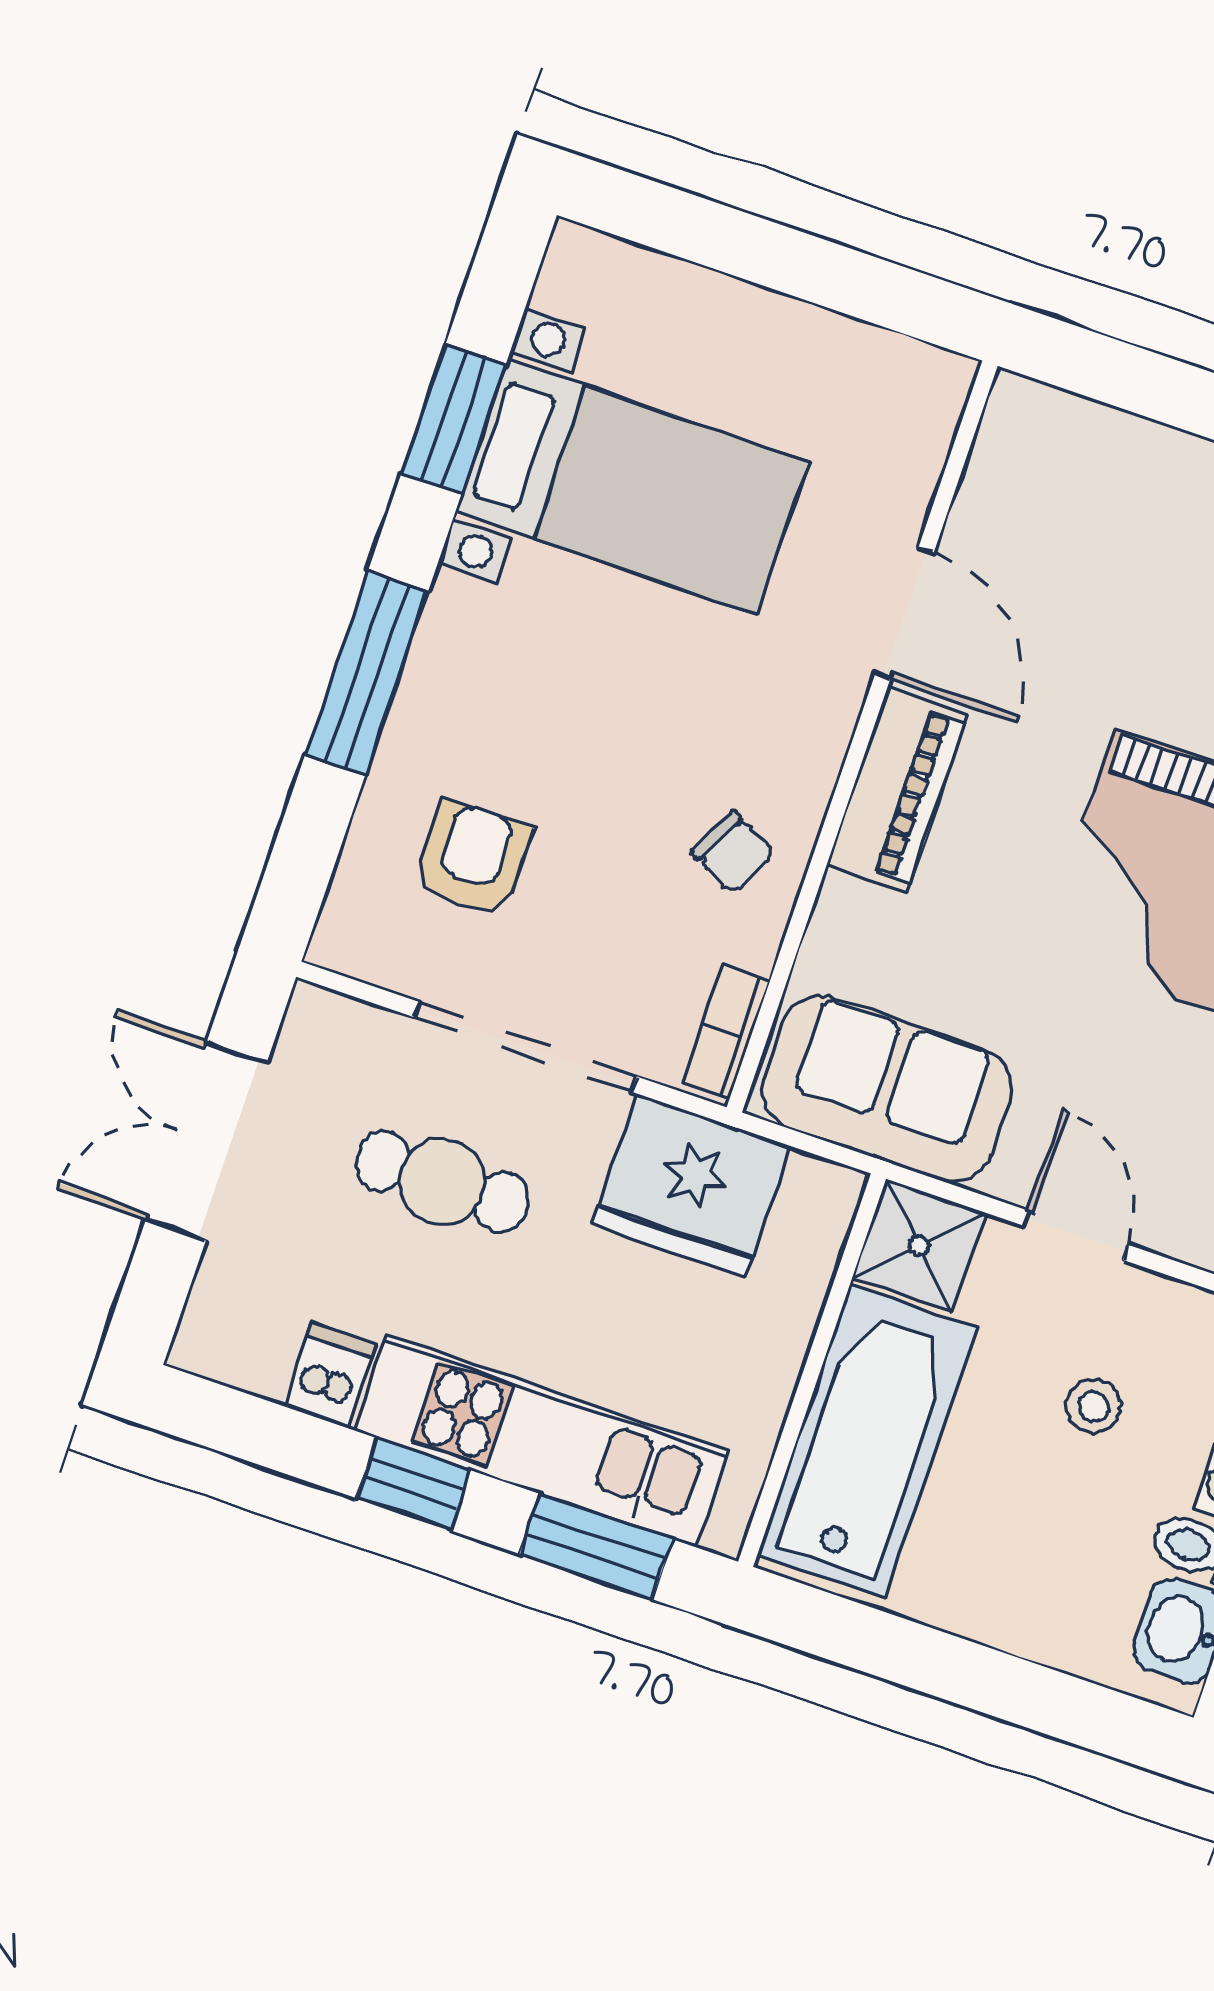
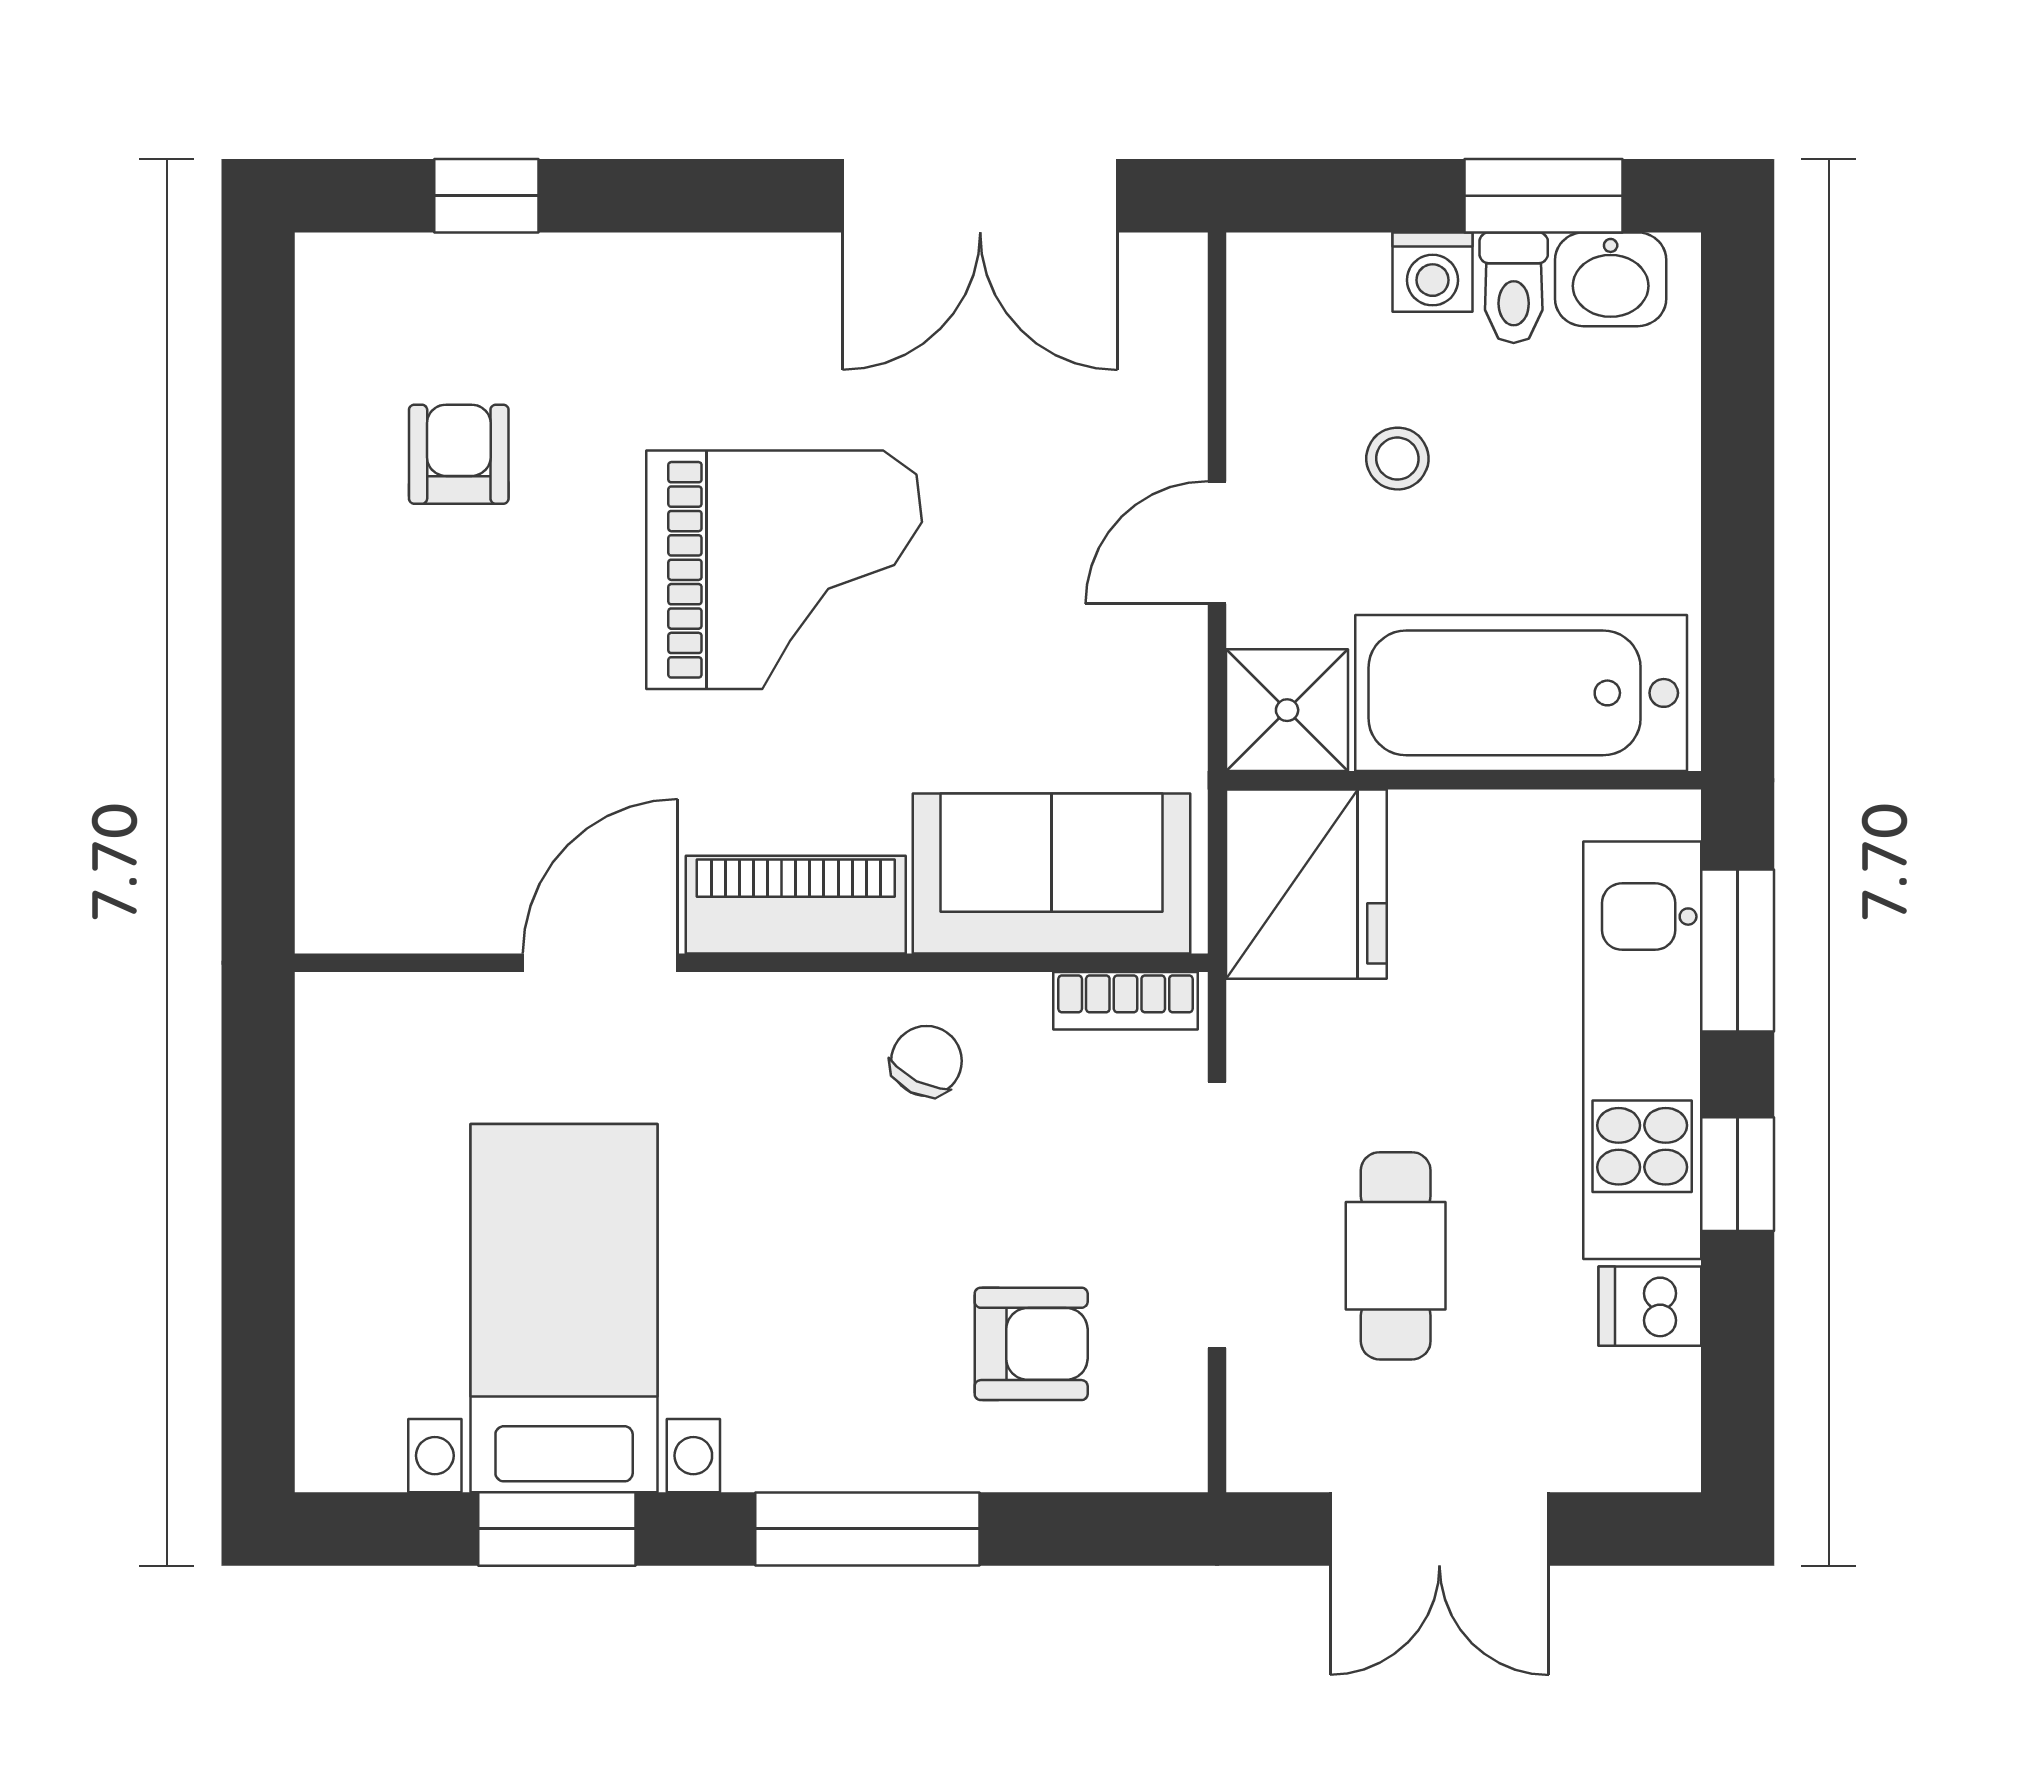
armchair: (472, 859) -> (1031, 1344), turned 180
sofa: (887, 1089) -> (1052, 873), moved, turned 90
fridge: (691, 1185) -> (1306, 884), moved

